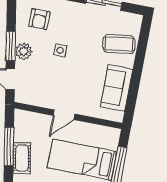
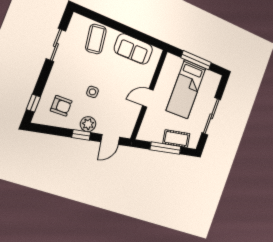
window: (11, 46) -> (81, 135), width x0.67
door: (64, 115) -> (148, 98), swing flipped

